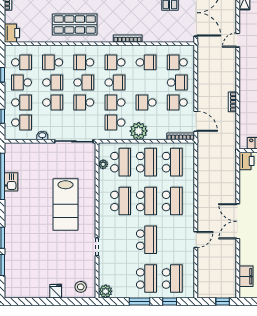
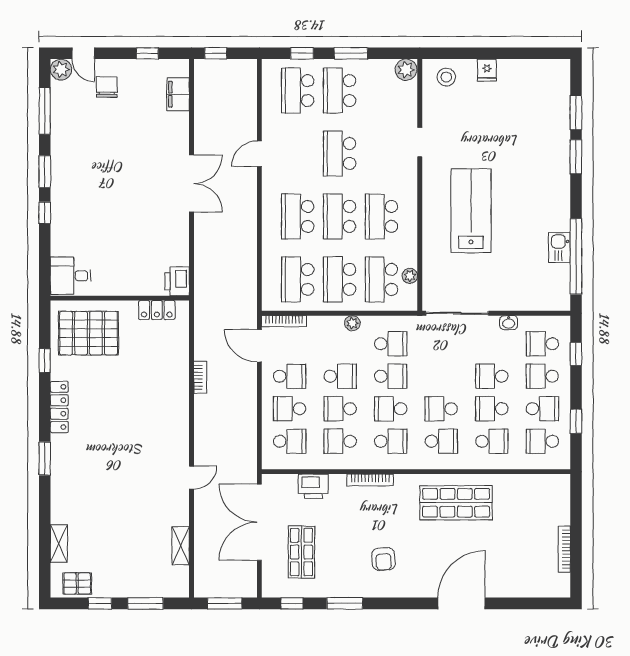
printer: (12, 33) -> (313, 486), moved, turned -90
school desk: (84, 103) -> (340, 409), moved, turned 180
plant: (139, 131) -> (352, 323), width x0.53, depth x0.53

